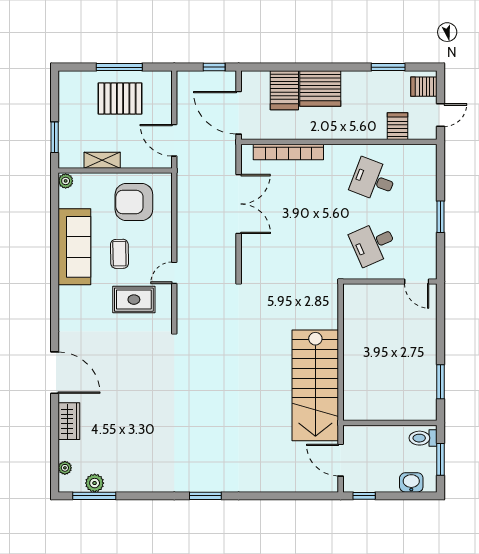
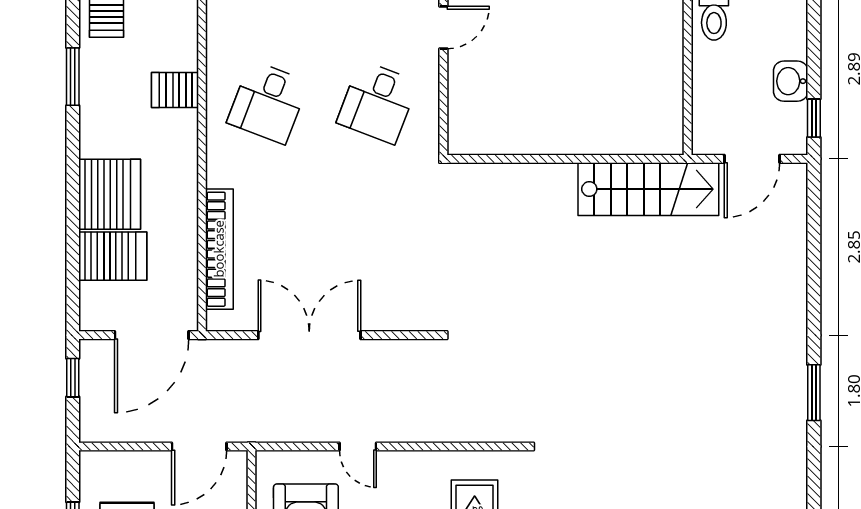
server rack: (398, 126) -> (175, 90), moved
desk: (373, 243) -> (377, 102), turned 45
door: (174, 273) -> (358, 447), moved
stairs: (315, 385) -> (648, 189), width x0.73, depth x0.66
washbasin: (411, 482) -> (791, 81), moved

